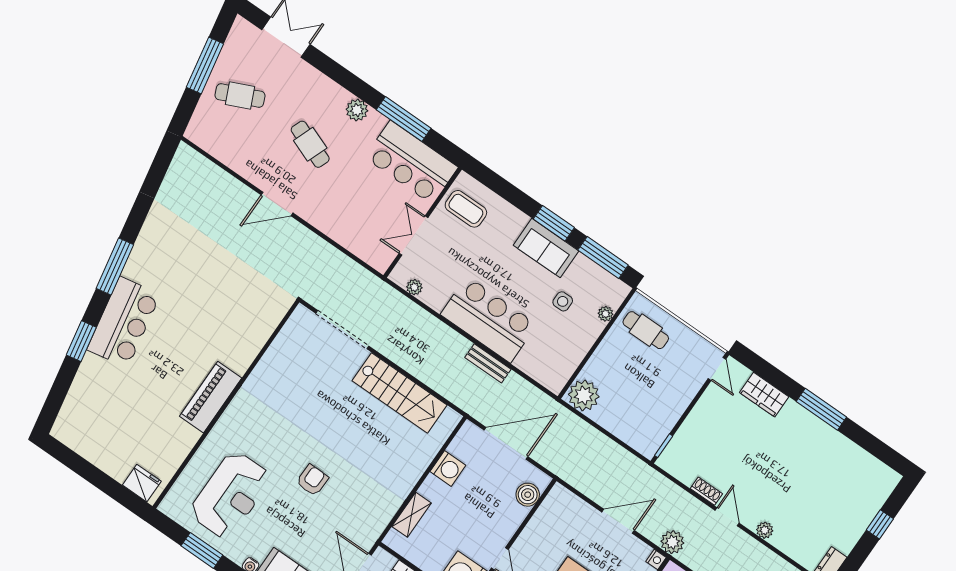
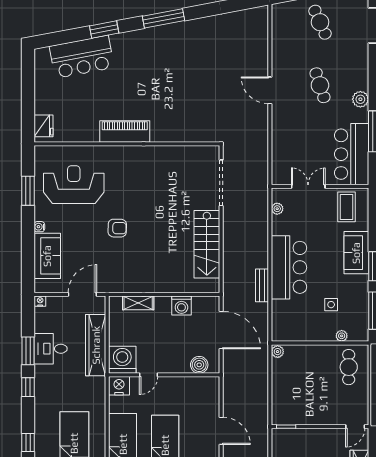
cafe table: (310, 144) -> (320, 85), turned -39
sofa: (546, 248) -> (356, 253), moved
bar counter: (124, 322) -> (82, 57), moved
plant: (584, 395) -> (278, 352), width x0.53, depth x0.53
reception desk: (230, 495) -> (74, 185), turned 180

